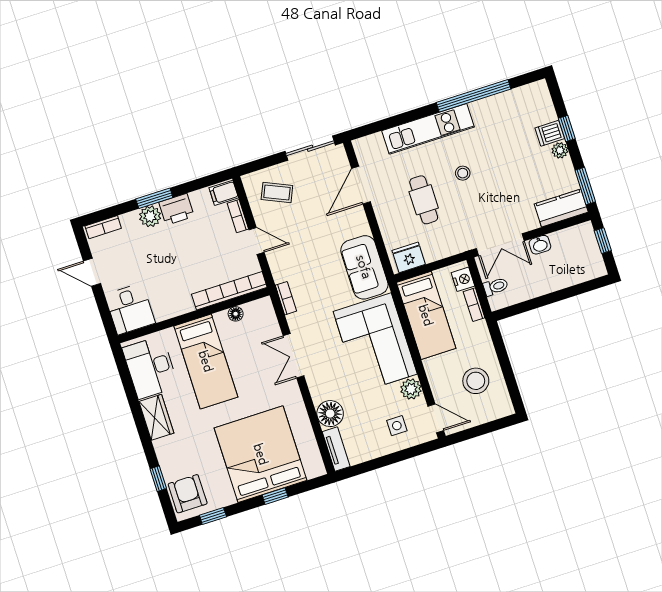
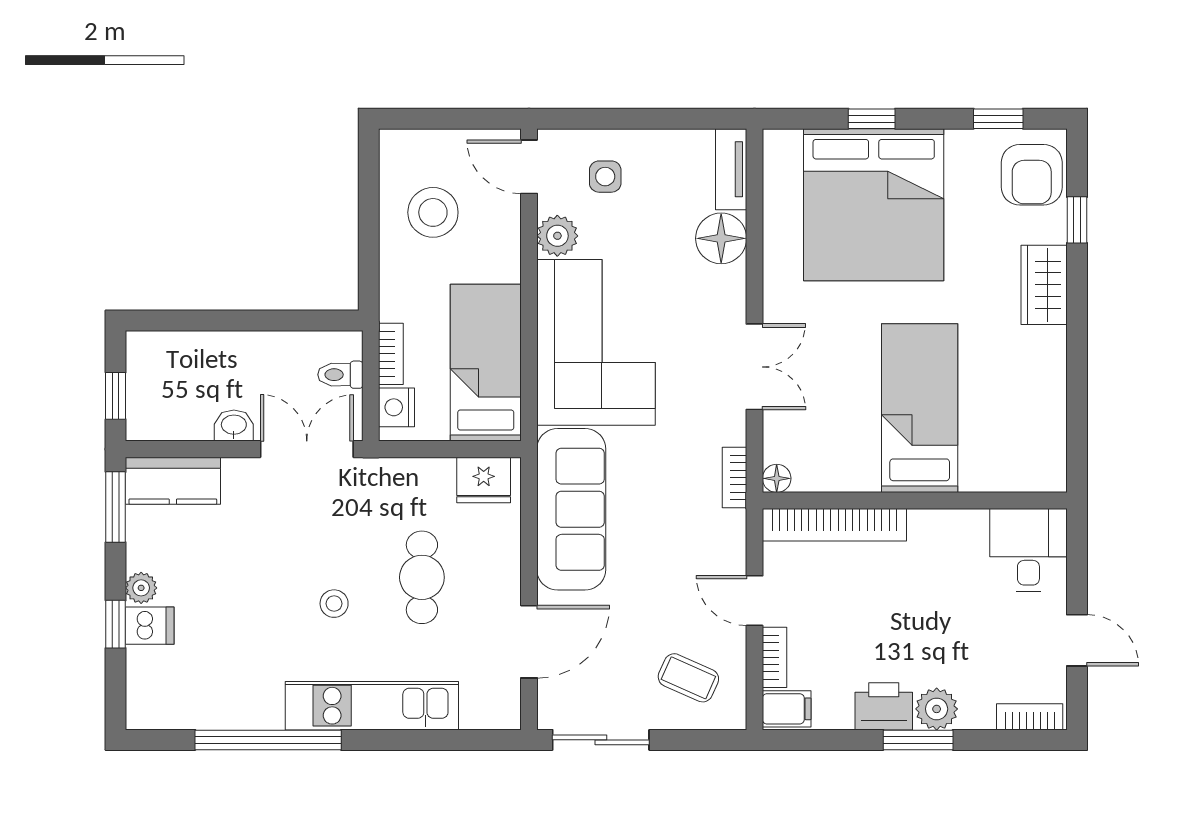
sofa: (364, 267) -> (571, 509), width x1.36
floor lamp: (236, 314) -> (777, 478), moved
desk: (150, 367) -> (1026, 430), removed
wardrobe: (156, 417) -> (1044, 285), moved

